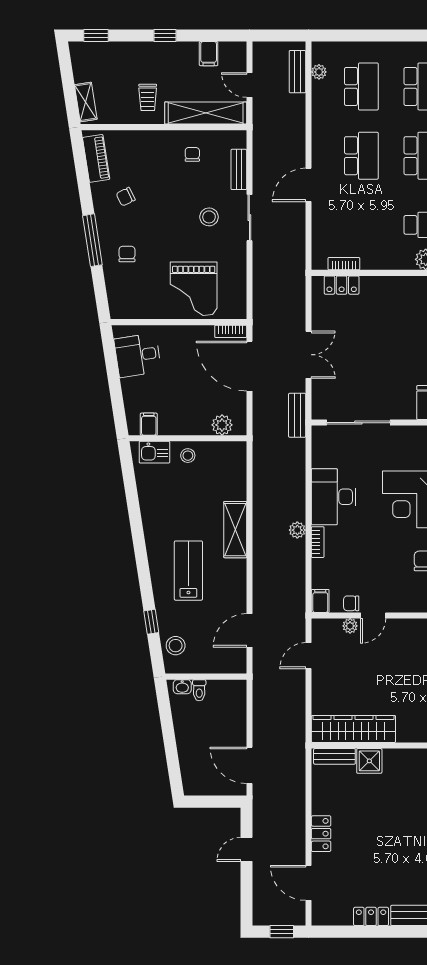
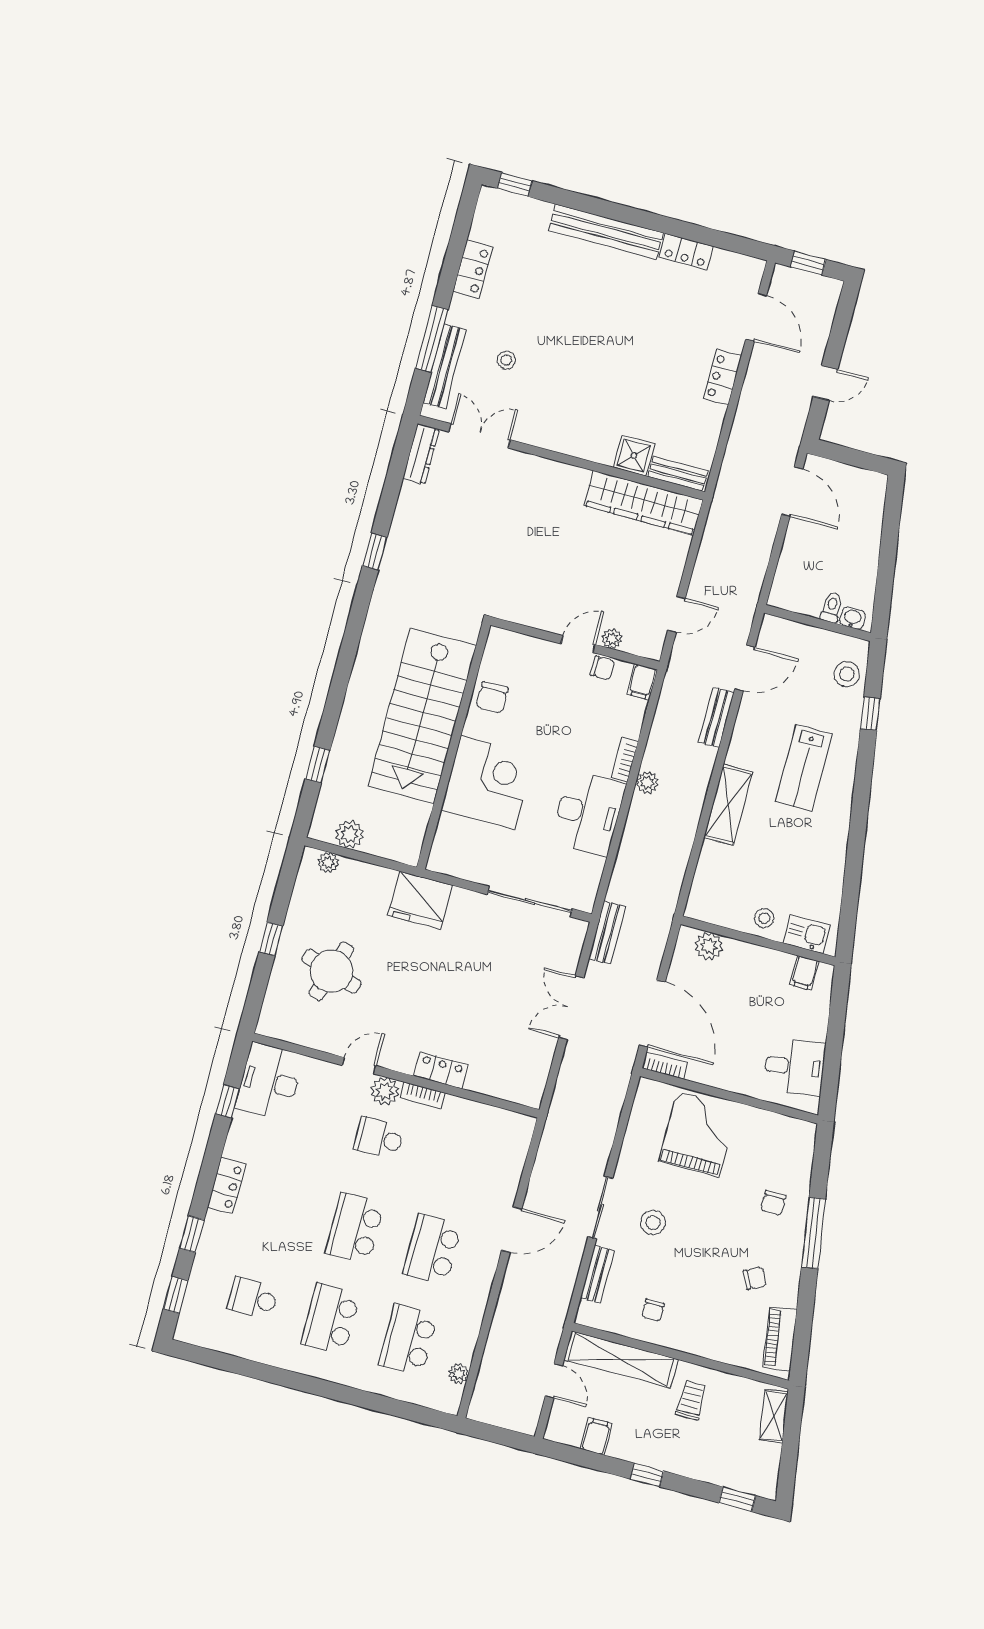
bench: (297, 72) -> (716, 717), moved
bookcase: (344, 264) -> (423, 1095), moved
locker: (342, 285) -> (441, 1070), moved

